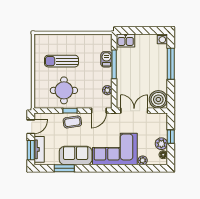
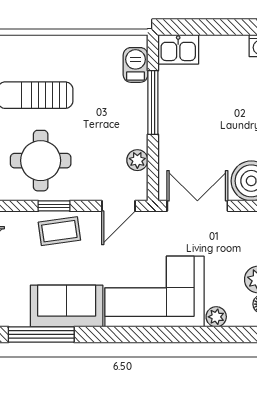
barbecue: (106, 59) -> (136, 65), moved
window: (64, 168) -> (41, 334), width x1.44

